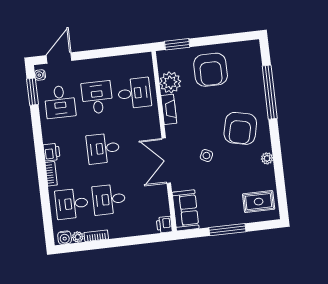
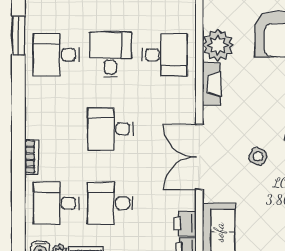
water cooler: (40, 75) -> (32, 13), removed
desk: (60, 102) -> (56, 55), turned 90
printer: (51, 152) -> (185, 224), moved, turned 180

